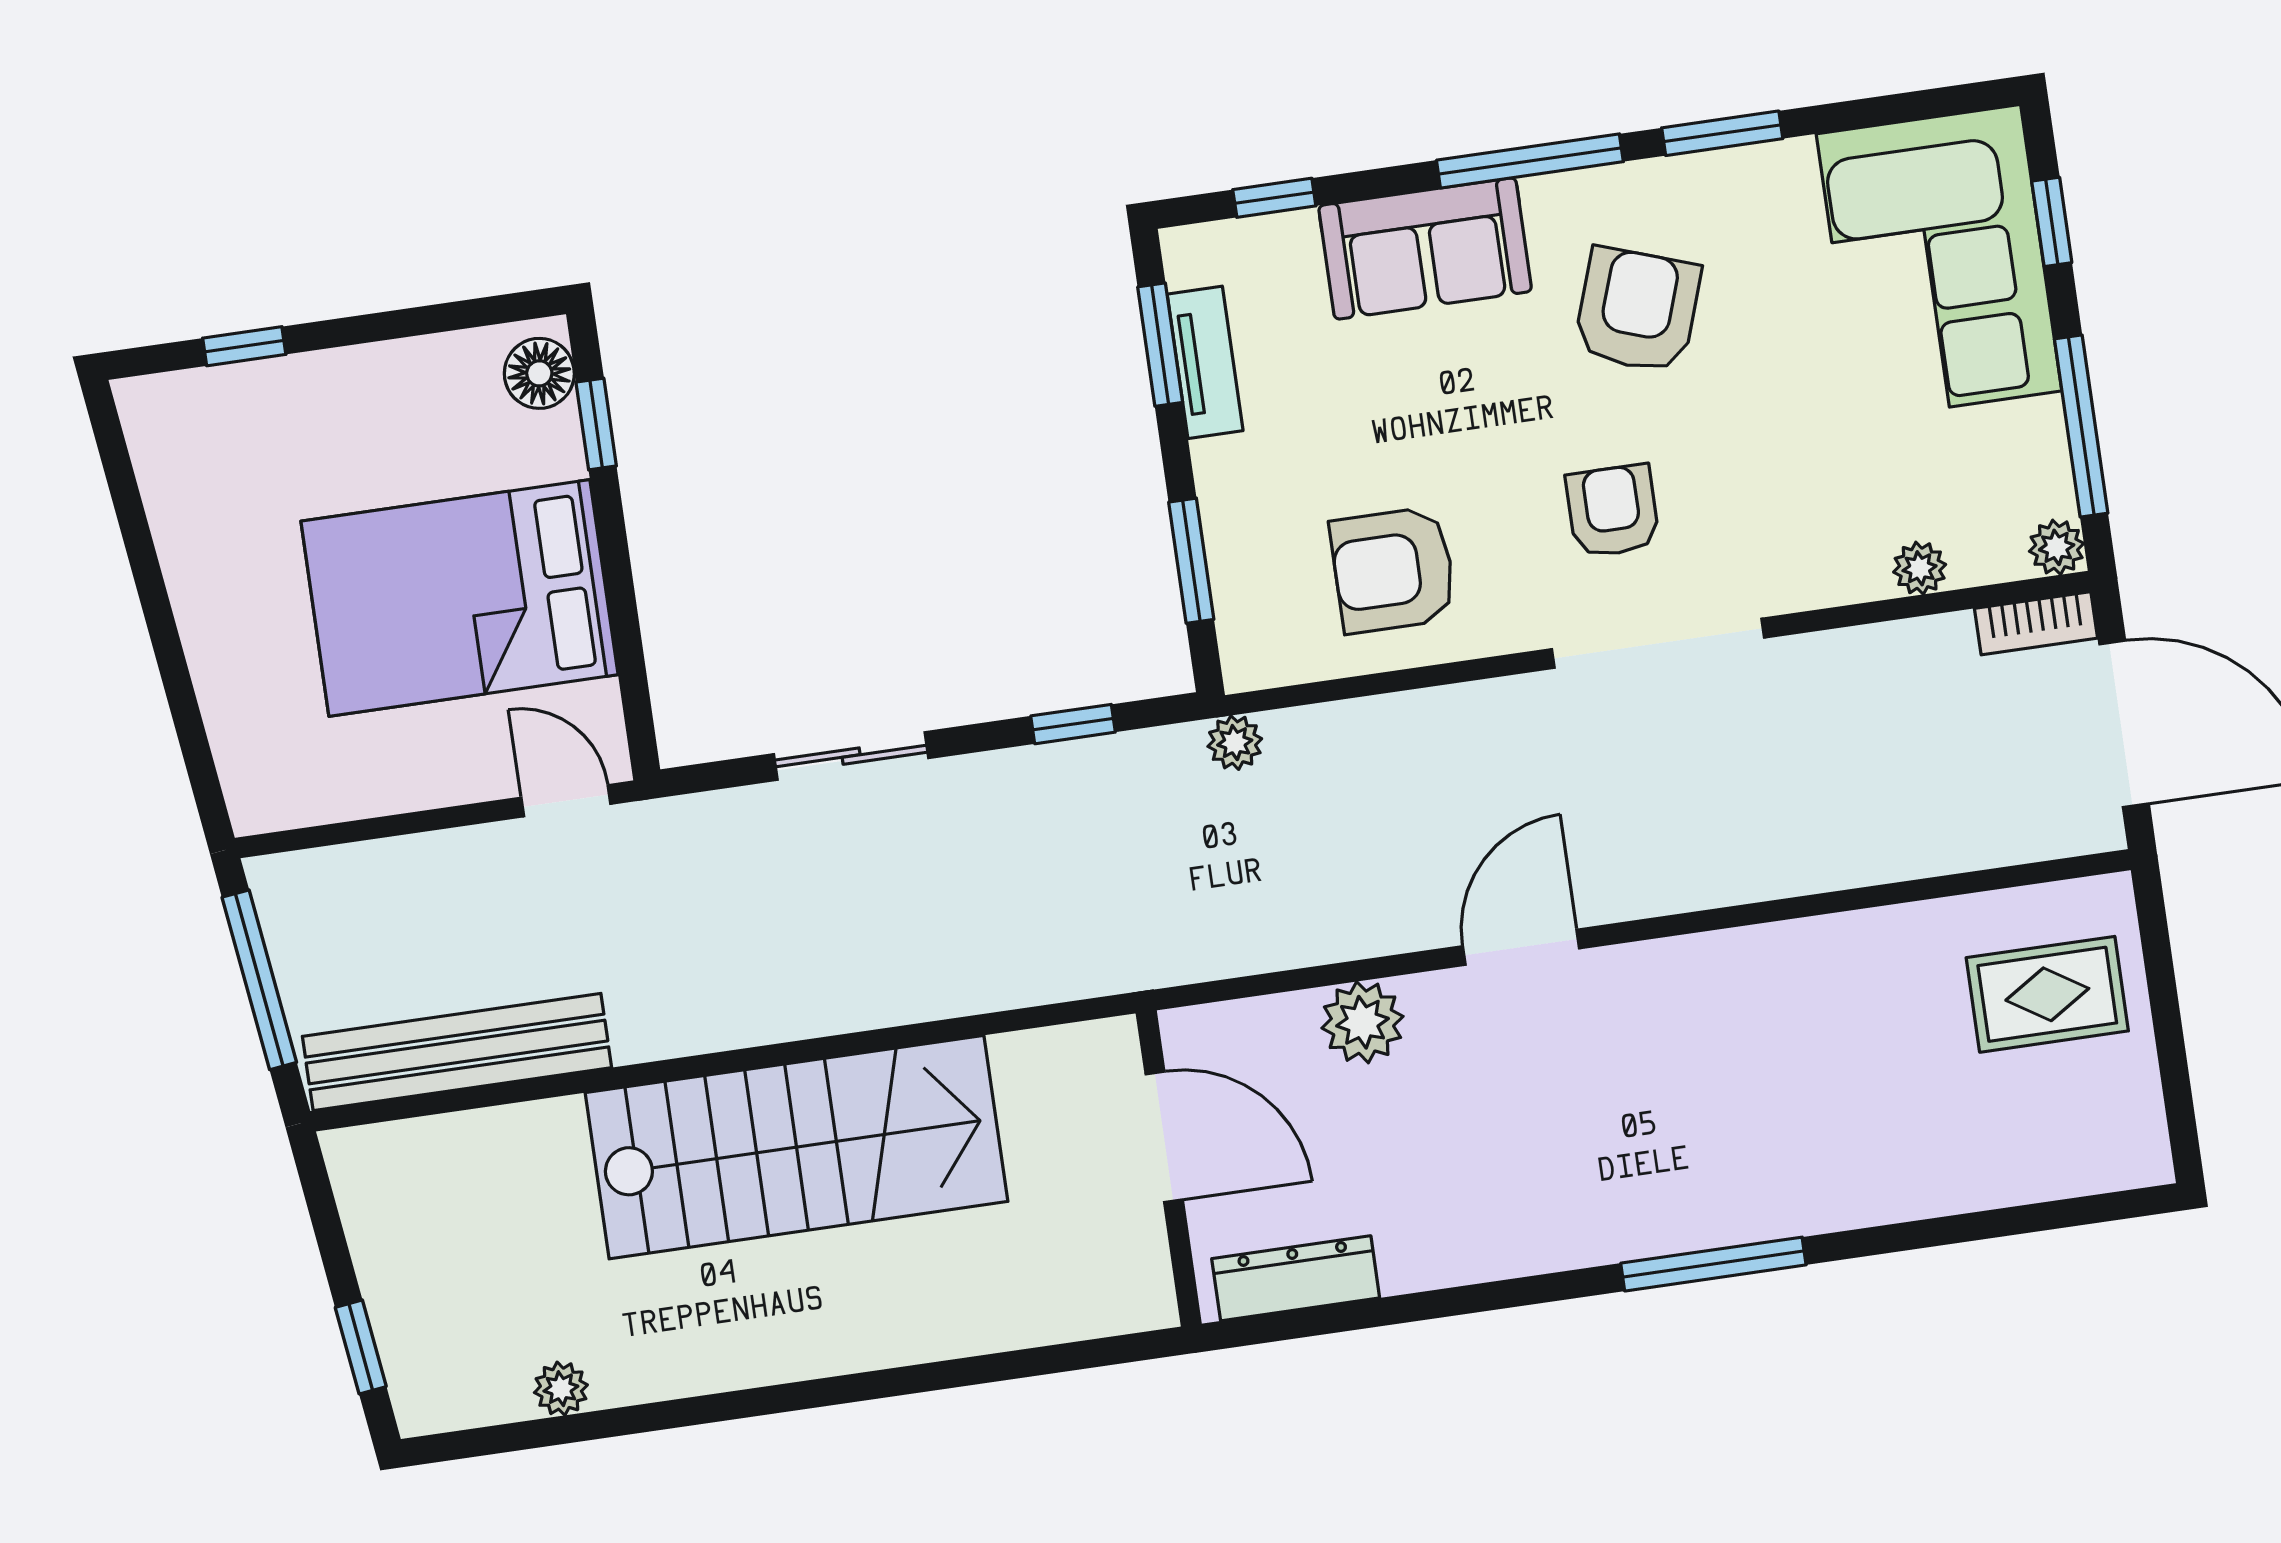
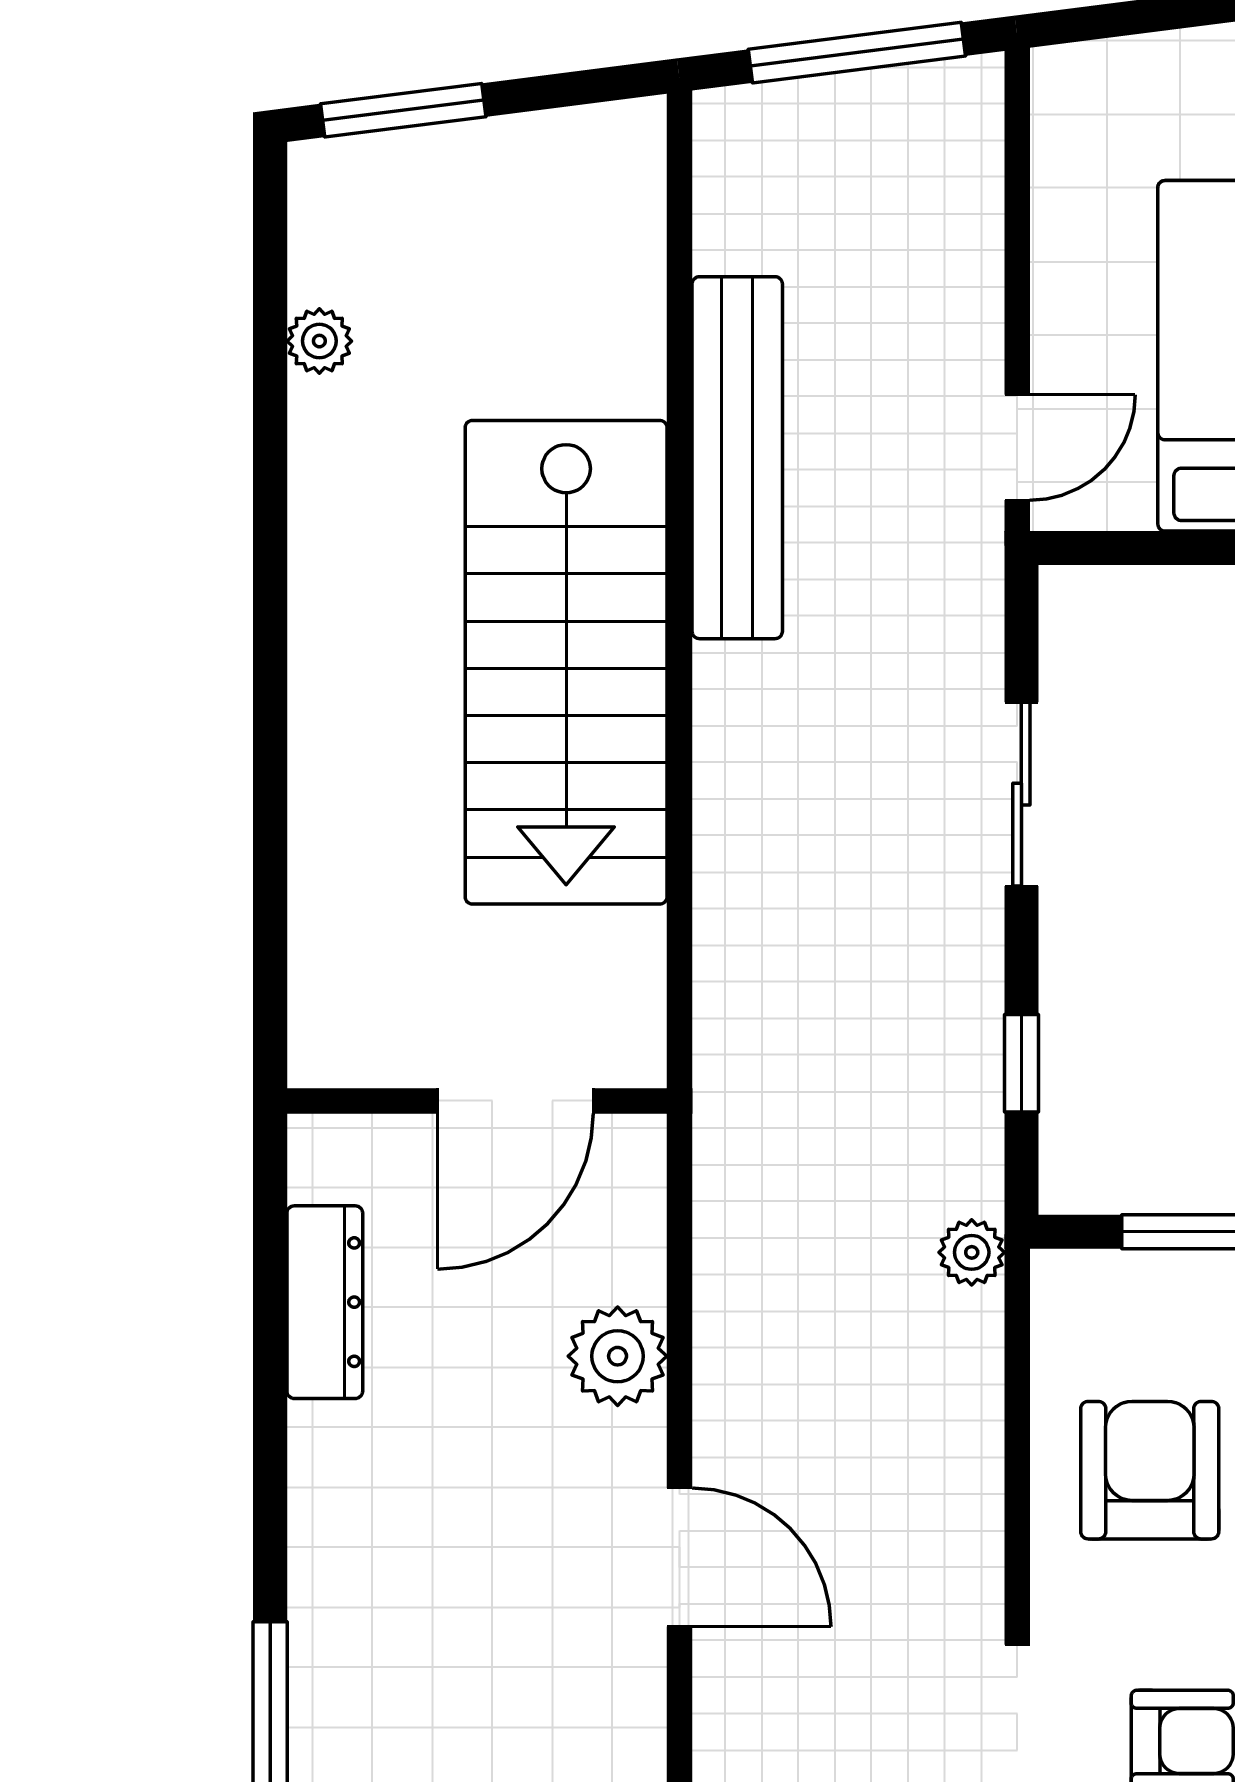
bench: (457, 1052) -> (737, 458), moved
dresser: (1296, 1278) -> (325, 1302), moved
window: (361, 1347) -> (403, 110), width x1.50

